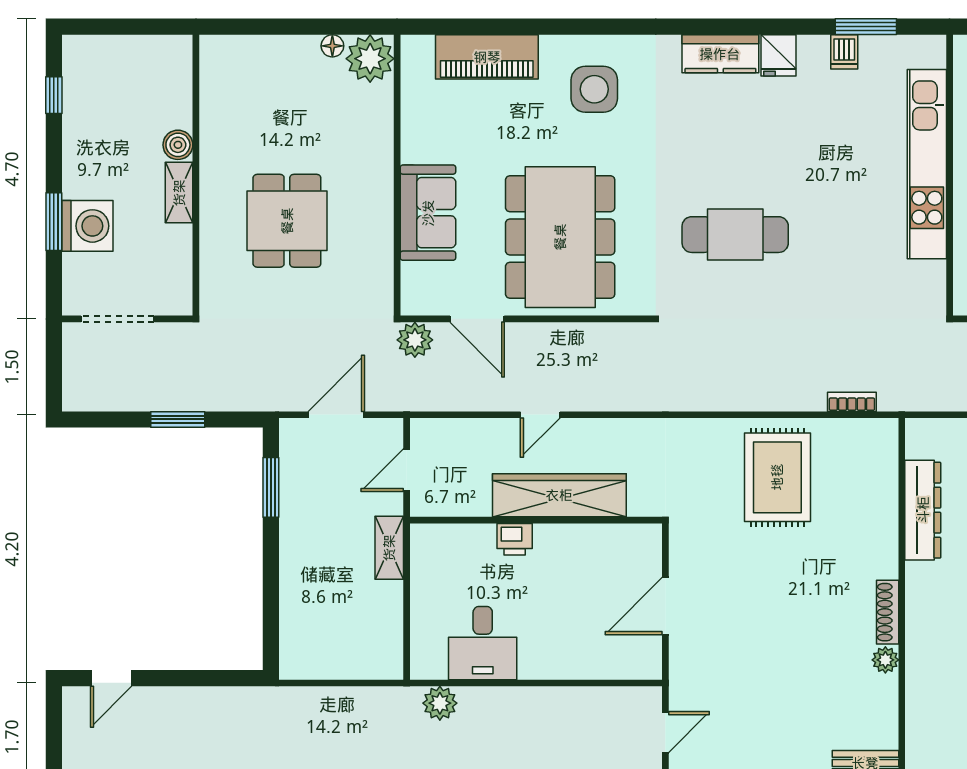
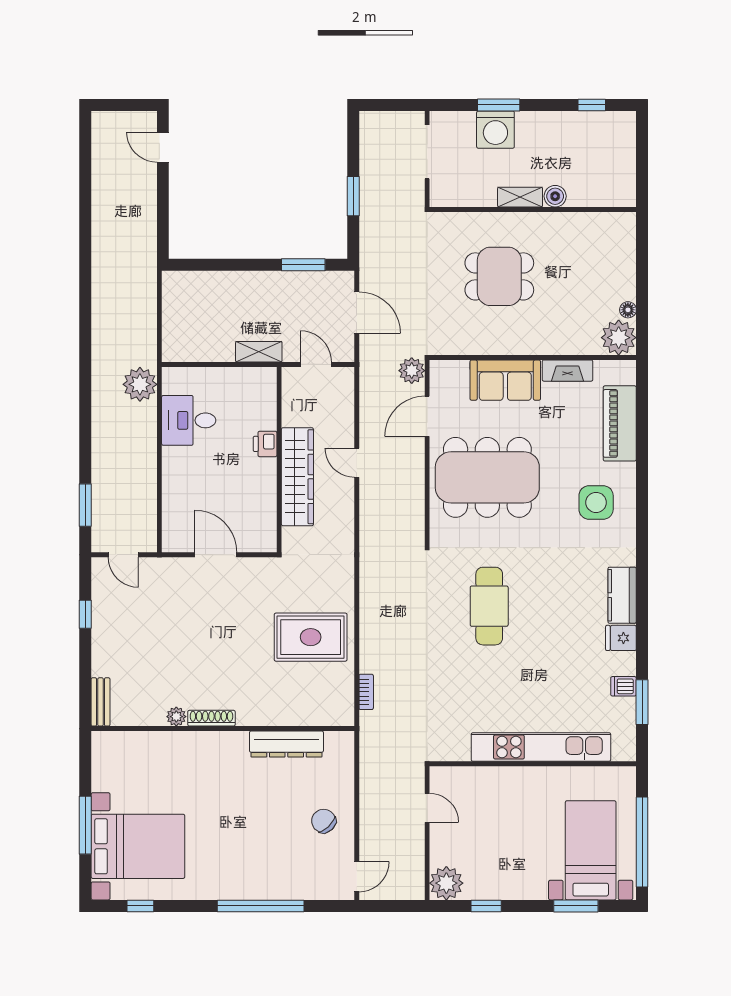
fireplace: (415, 128) -> (567, 371), added
plant: (440, 703) -> (140, 384), width x1.36, depth x1.36

